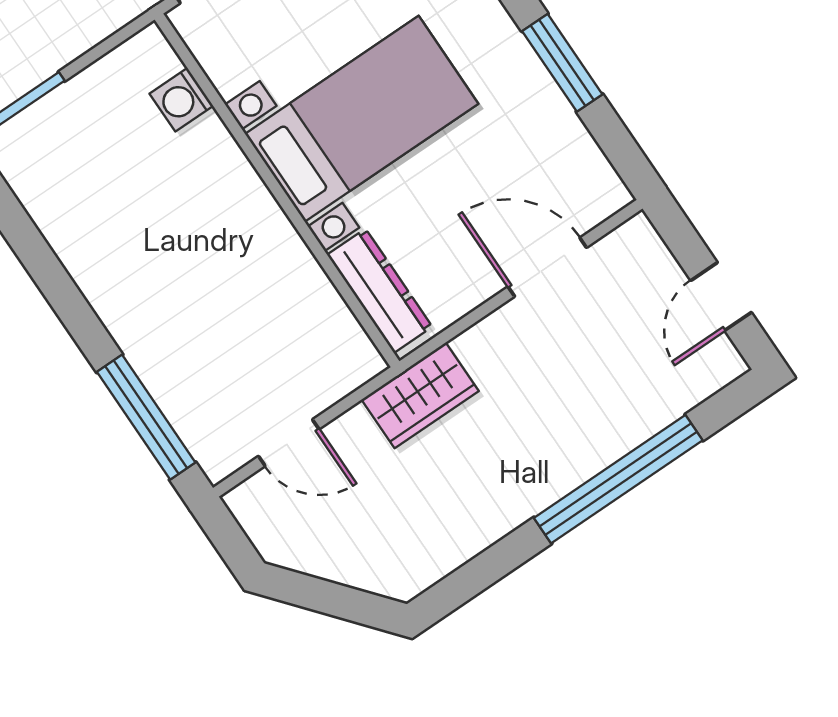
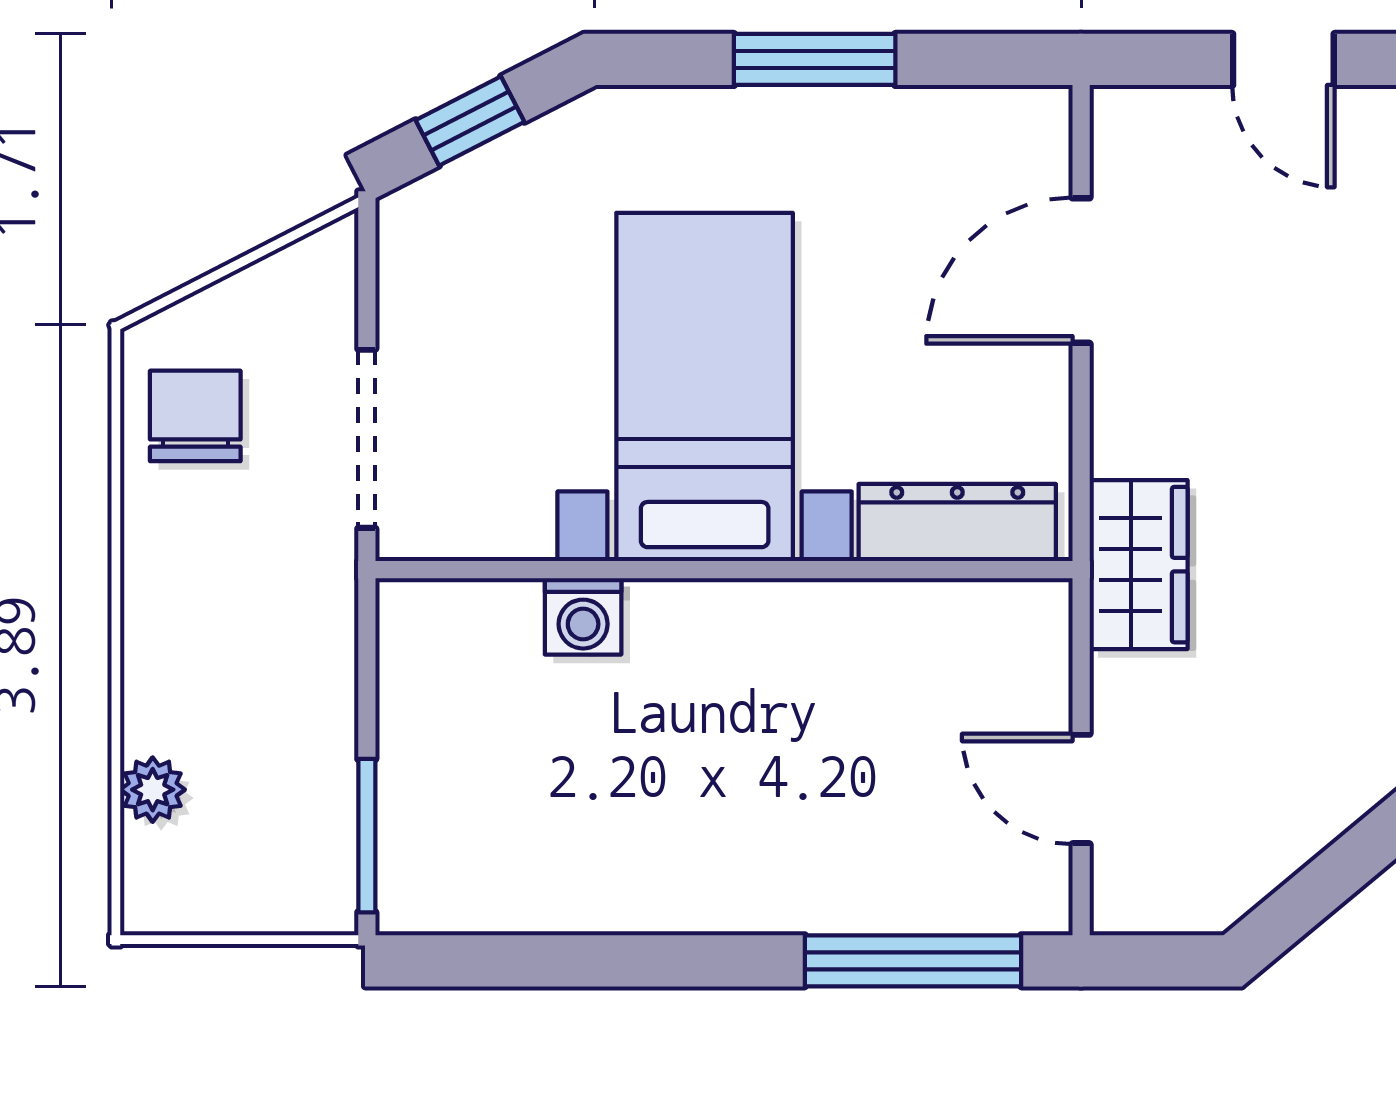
washing machine: (181, 100) -> (583, 616), moved
door: (289, 443) -> (1081, 789), swing flipped

